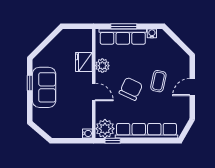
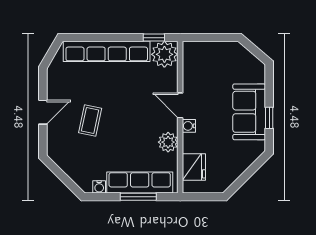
fridge: (84, 62) -> (194, 167), moved
chair: (131, 89) -> (128, 110), removed
water cooler: (87, 133) -> (189, 126), moved

